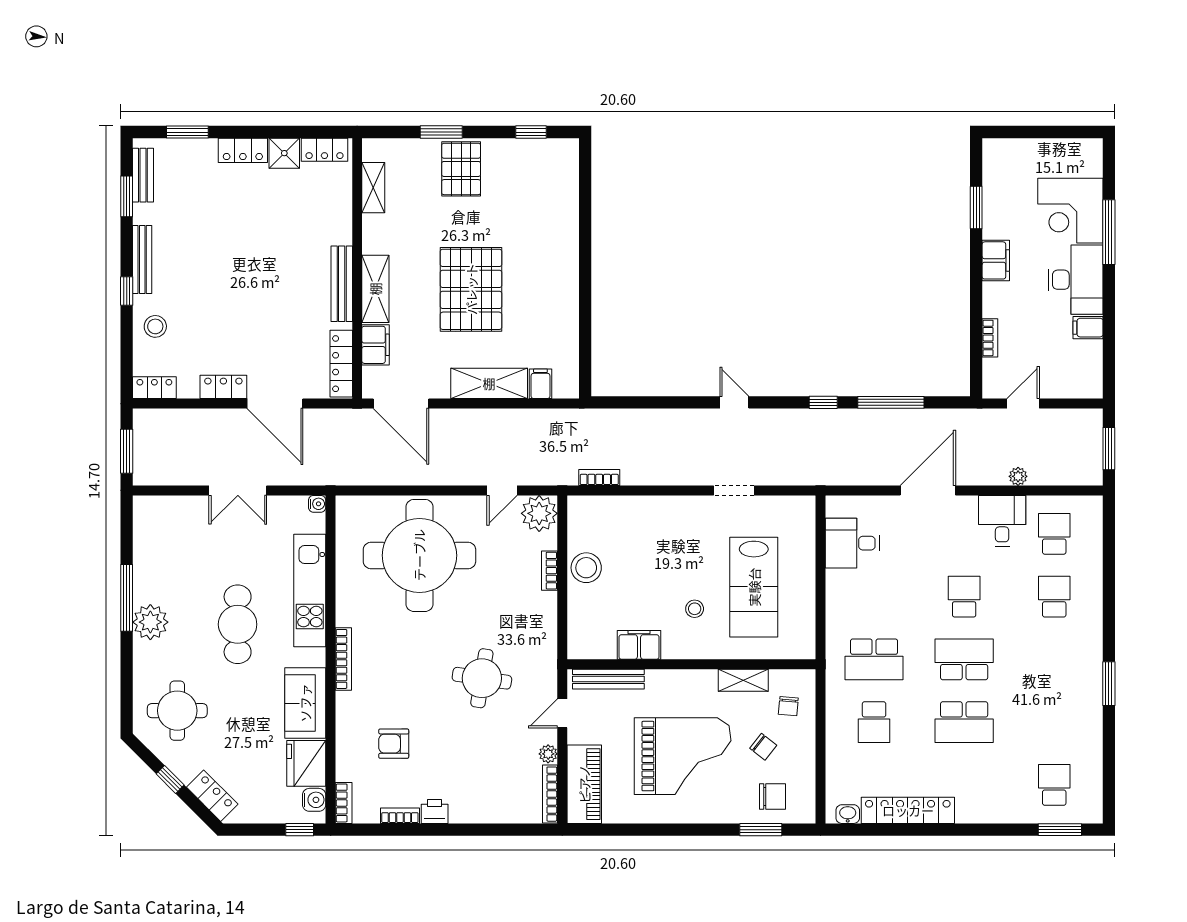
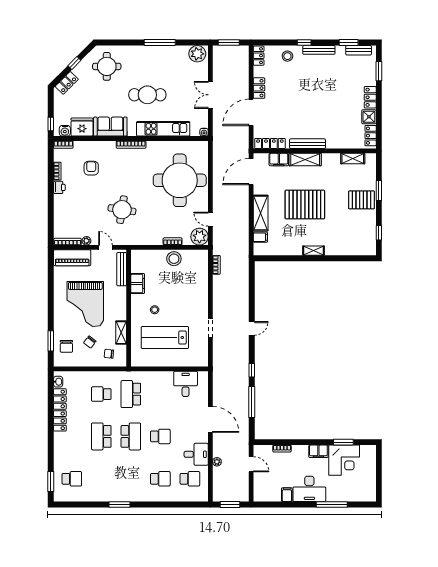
corner desk: (1070, 211) -> (344, 460), moved, turned 180
shelving: (569, 271) -> (313, 251), added
plant: (150, 622) -> (197, 54), moved

